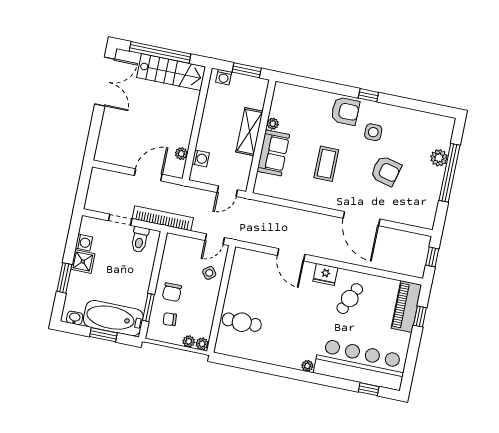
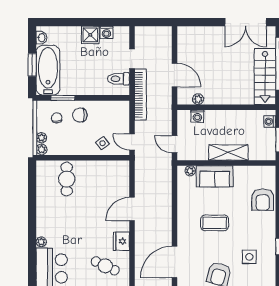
armchair: (345, 111) -> (263, 200), moved
plant: (273, 124) -> (190, 171), moved
window: (64, 278) -> (73, 22), removed

